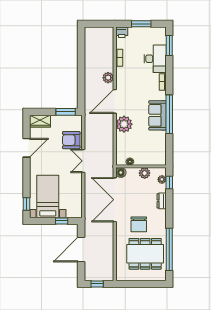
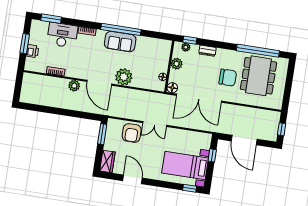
printer: (122, 32) -> (32, 51), moved

